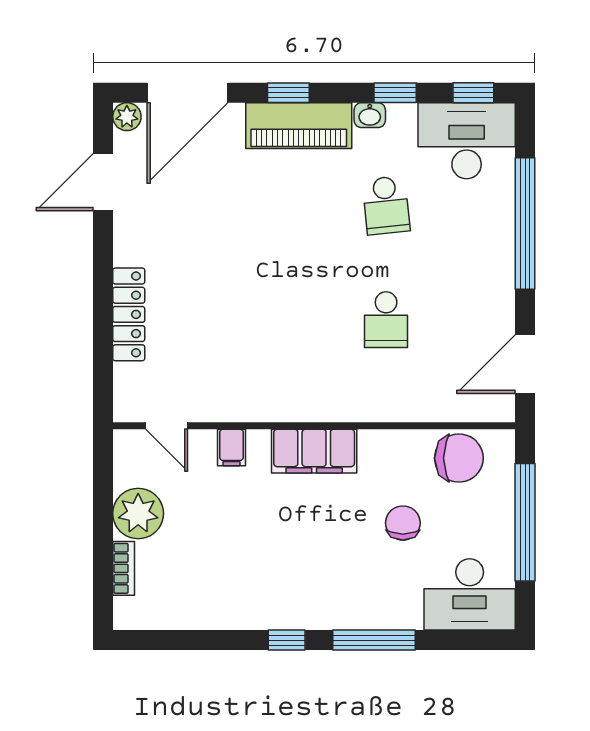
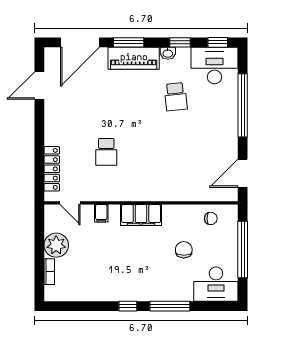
window: (288, 93) -> (129, 42), width x1.50
plant: (127, 117) -> (51, 54), removed
locker: (129, 314) -> (52, 169), moved
school desk: (386, 320) -> (106, 152), moved
chair: (459, 458) -> (211, 218), width x0.54, depth x0.54

